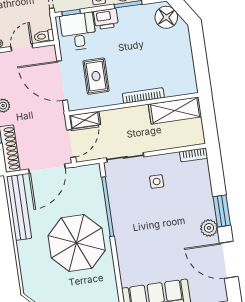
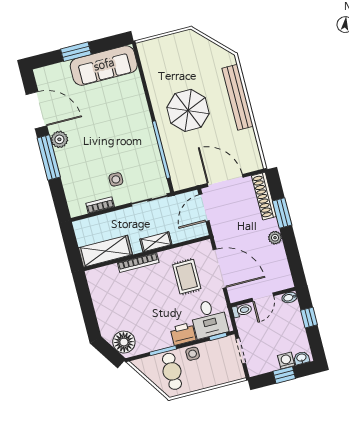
shelving: (85, 120) -> (156, 242), moved
bookcase: (194, 155) -> (100, 205), moved
door: (47, 169) -> (225, 180), hinge flipped
bench: (19, 207) -> (238, 97), moved
window: (222, 211) -> (49, 157), width x1.44
parasol: (77, 243) -> (188, 110), width x0.73, depth x0.73

